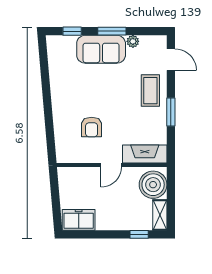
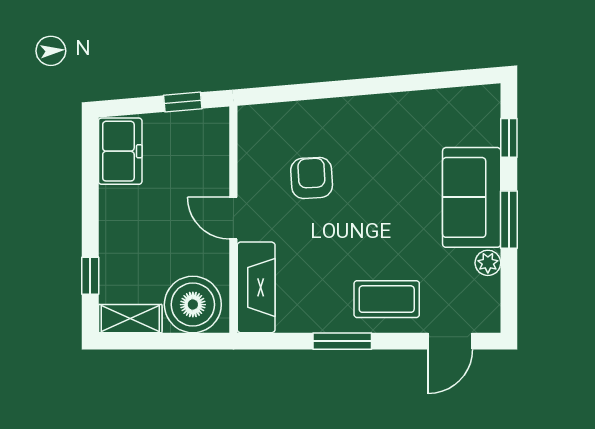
armchair: (92, 127) -> (312, 178), turned 87
window: (55, 190) -> (183, 102), added

